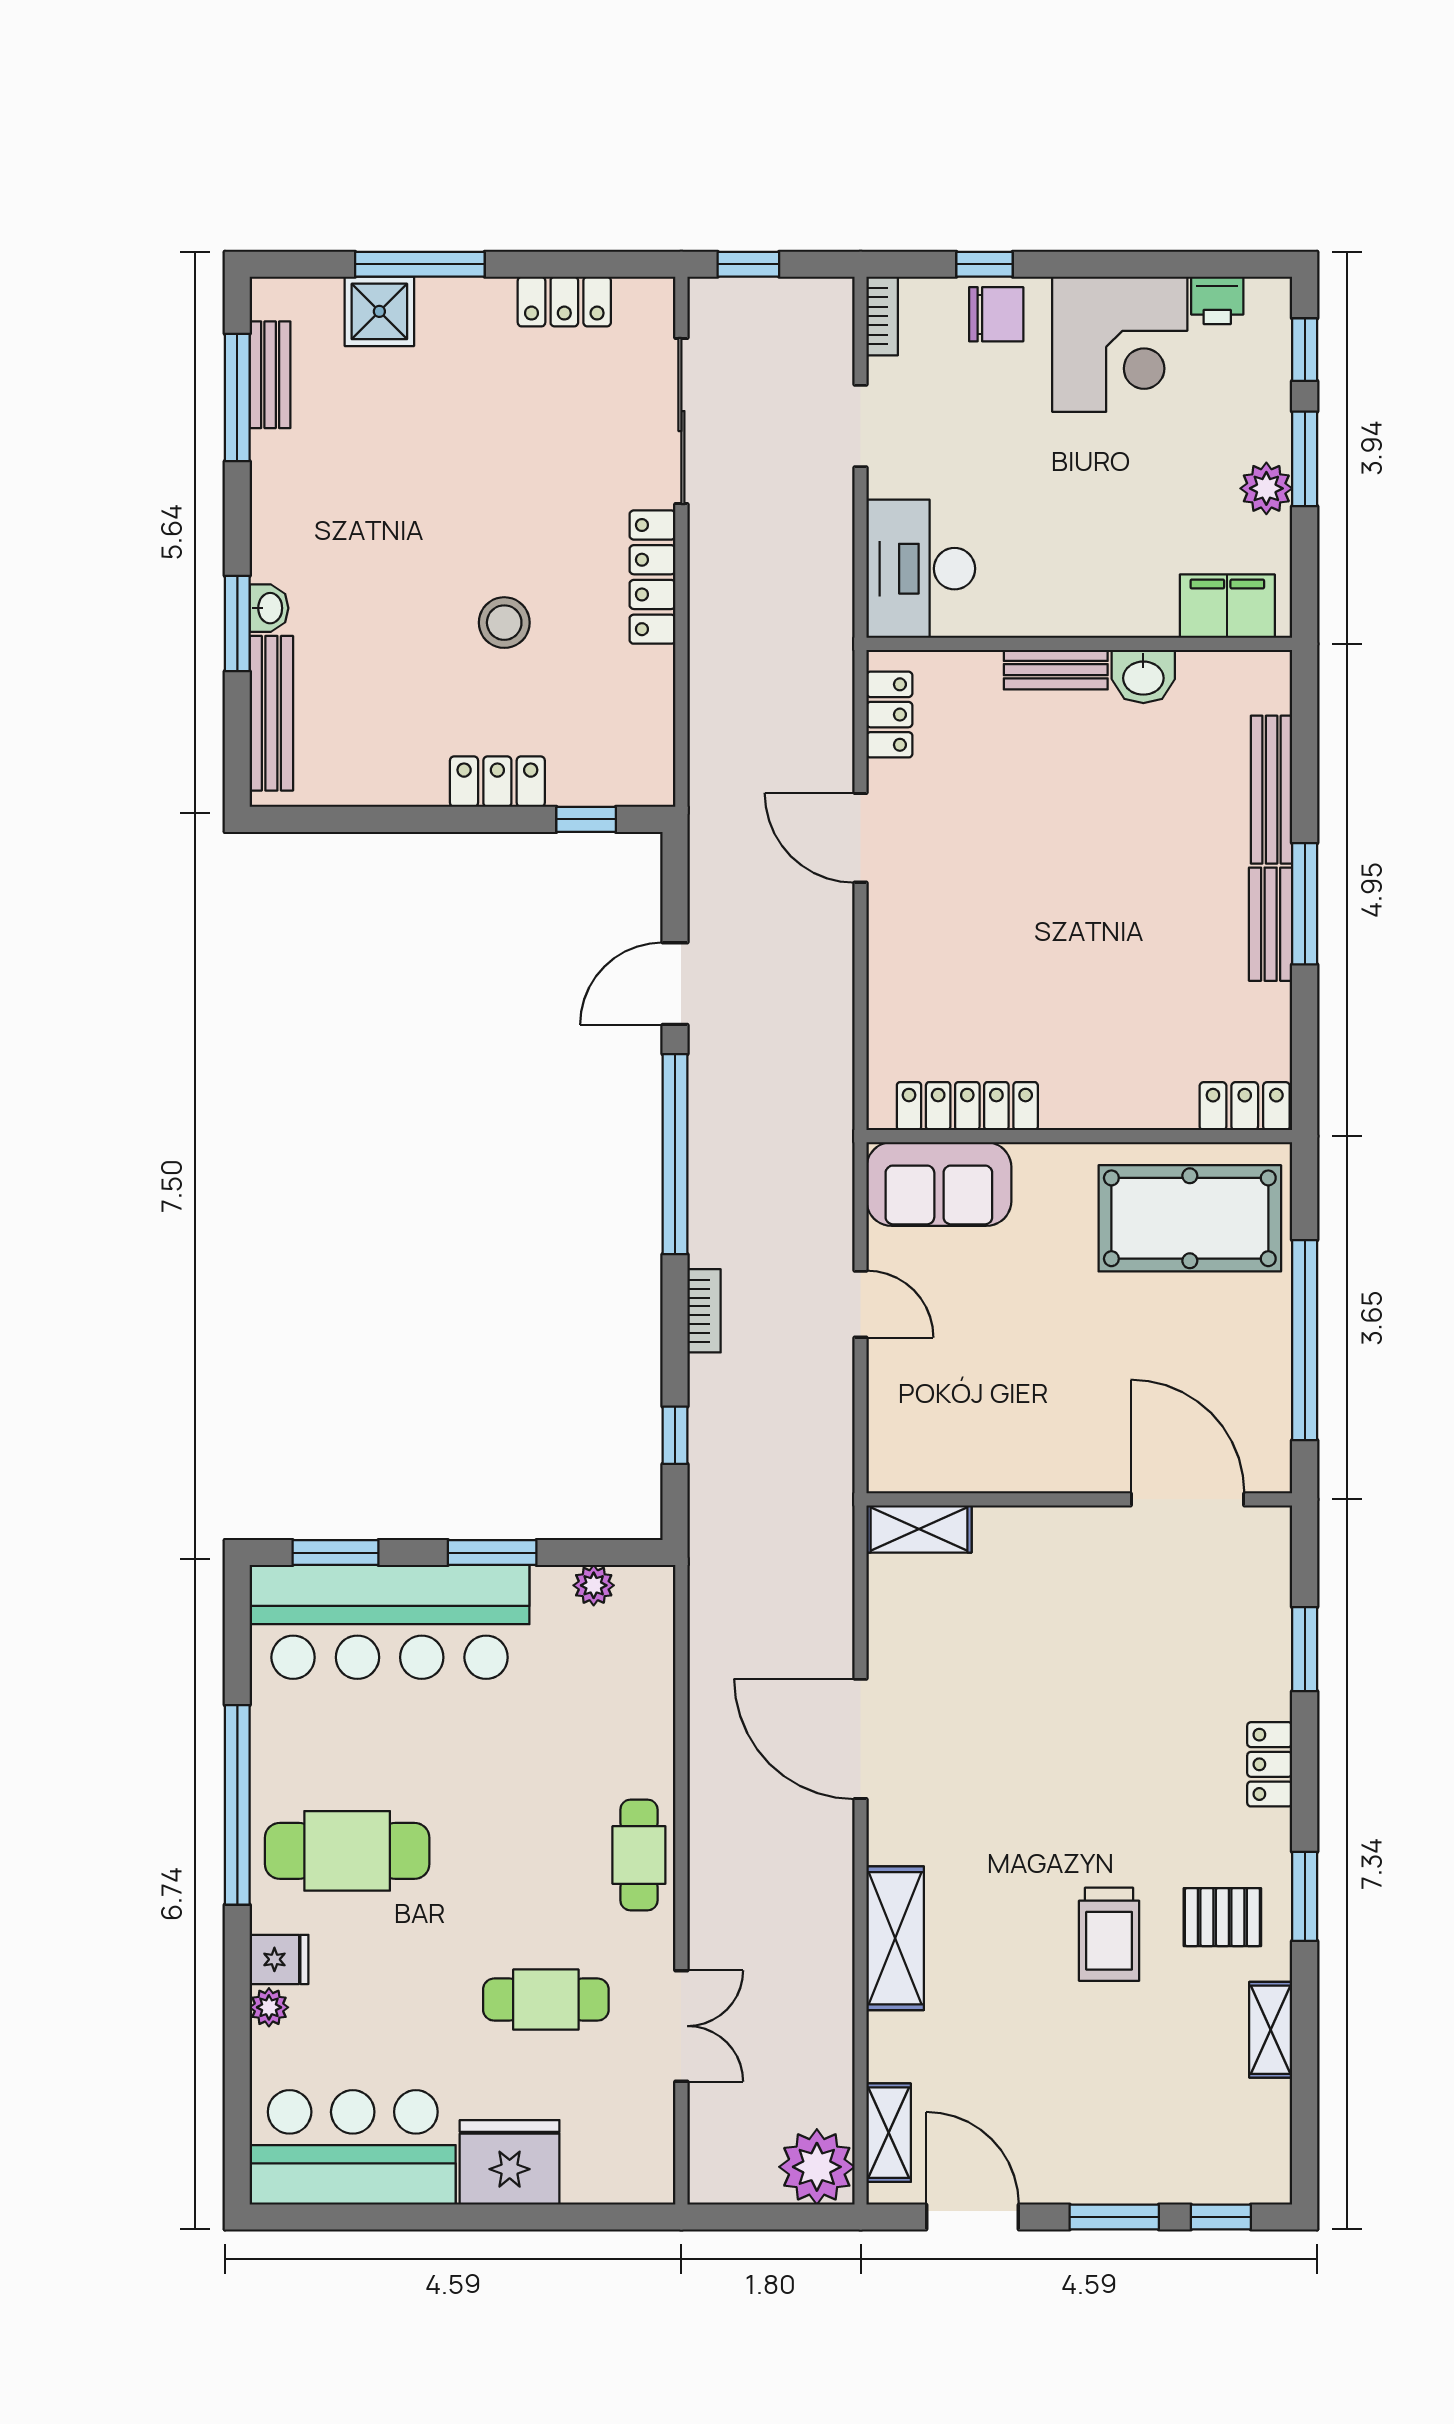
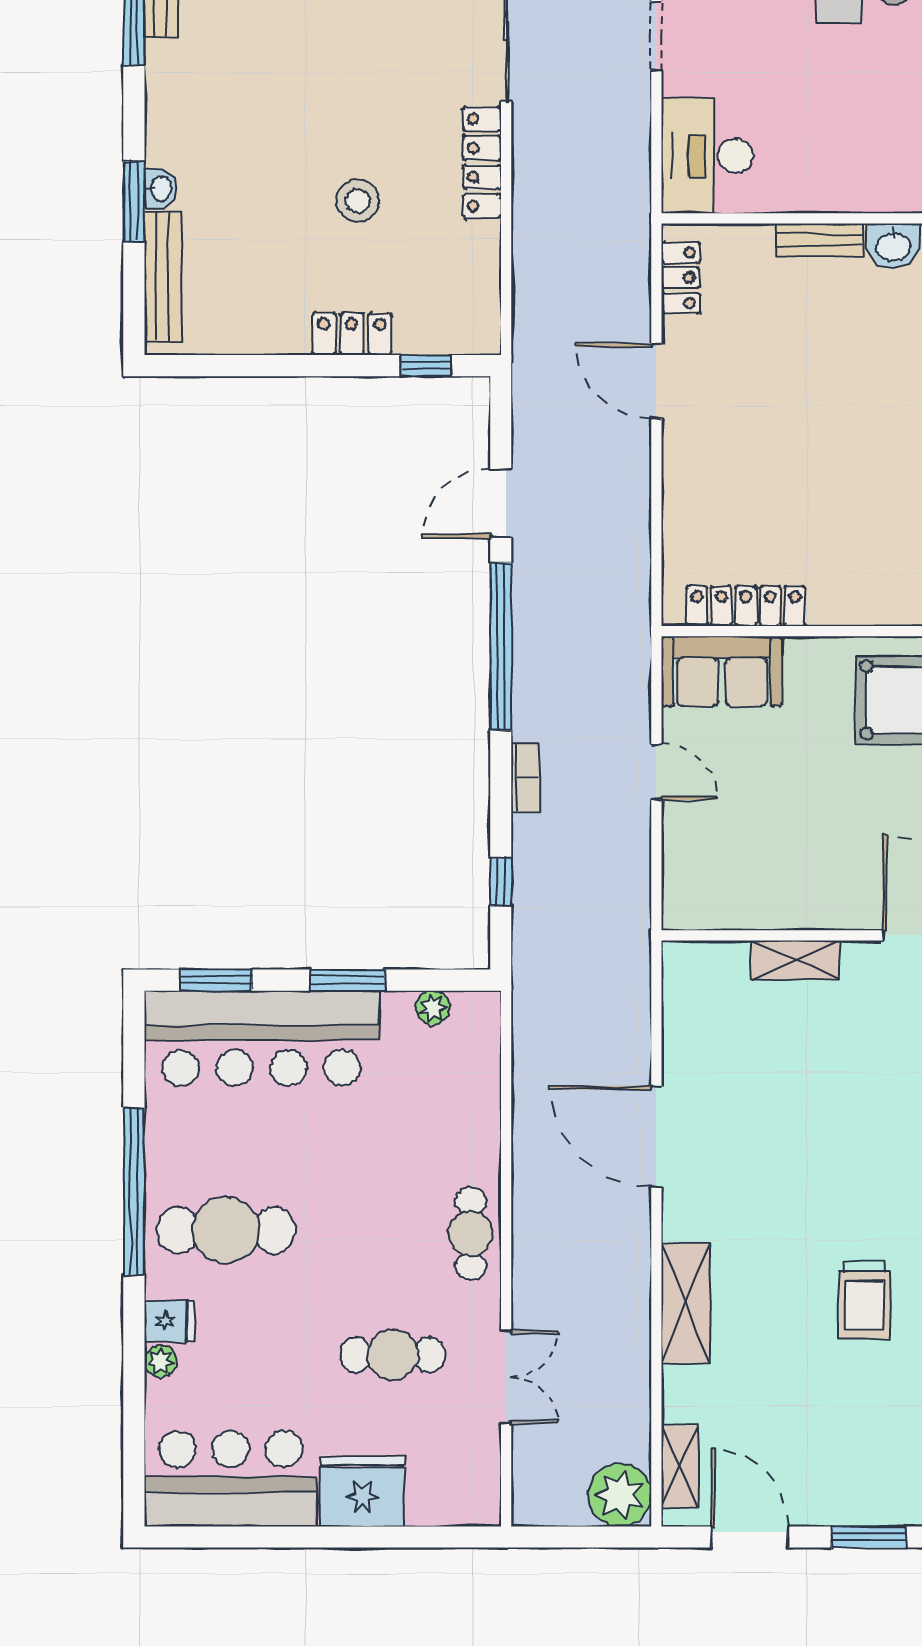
shelving: (919, 1529) -> (796, 960), moved

